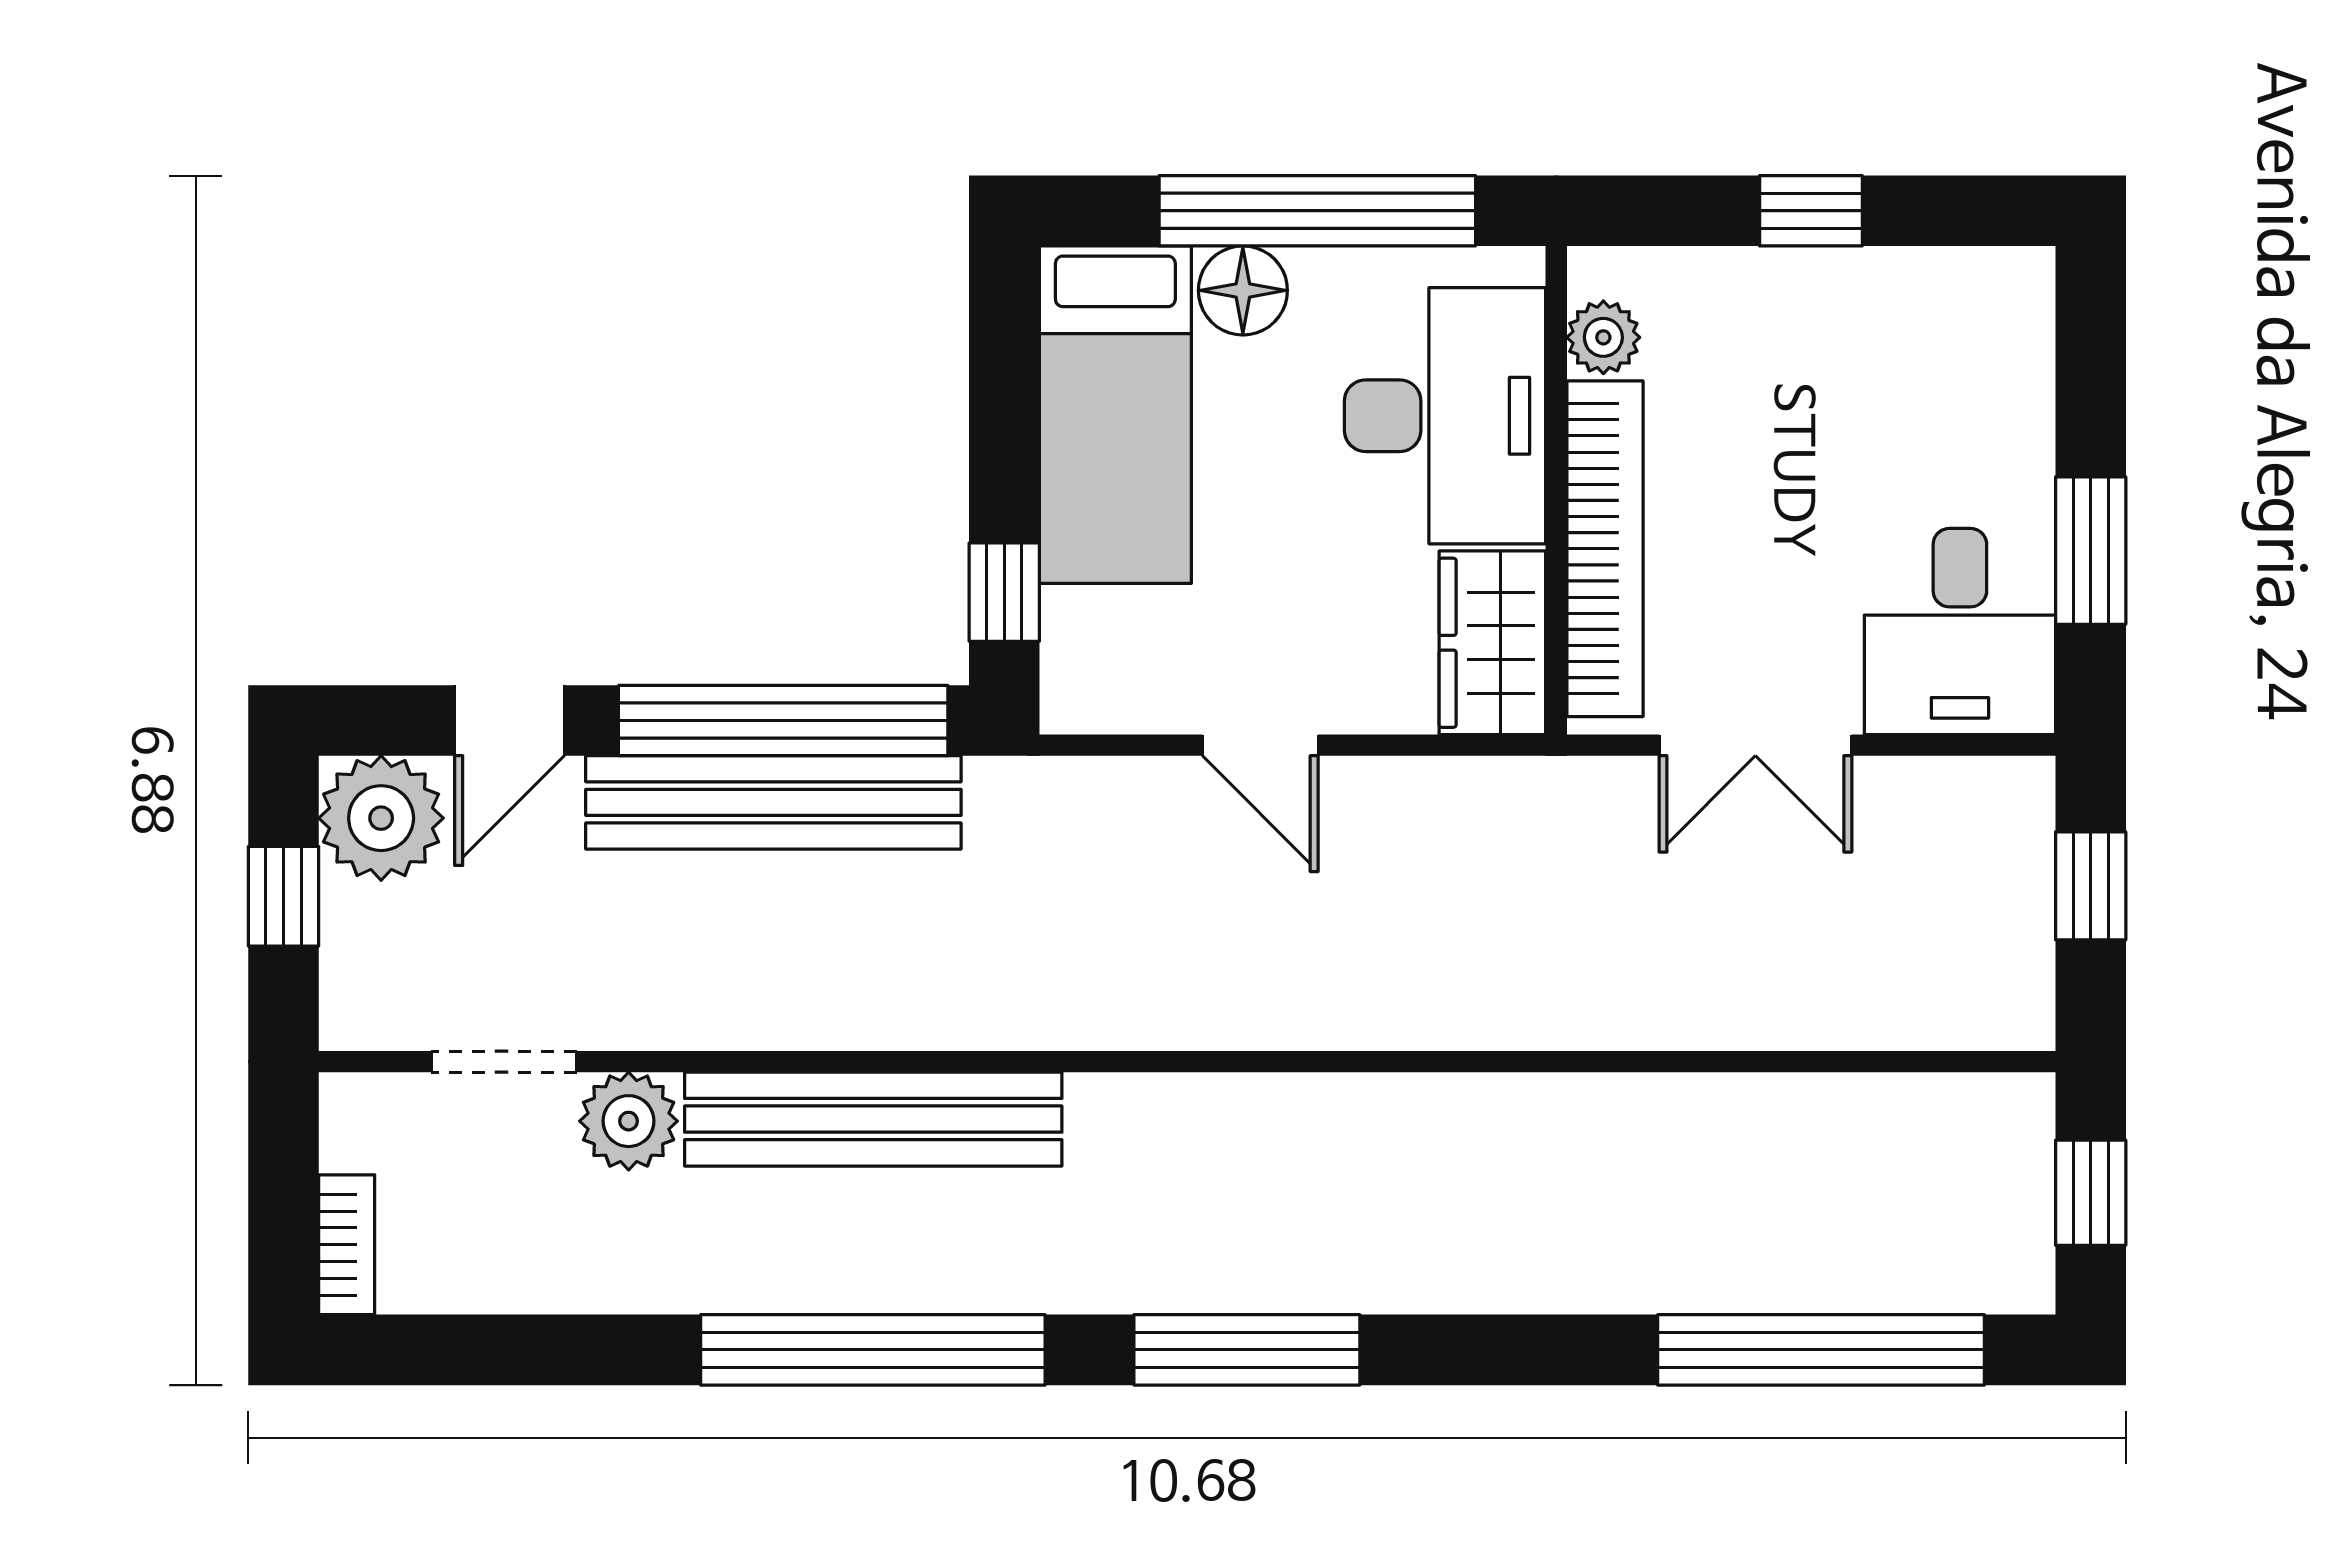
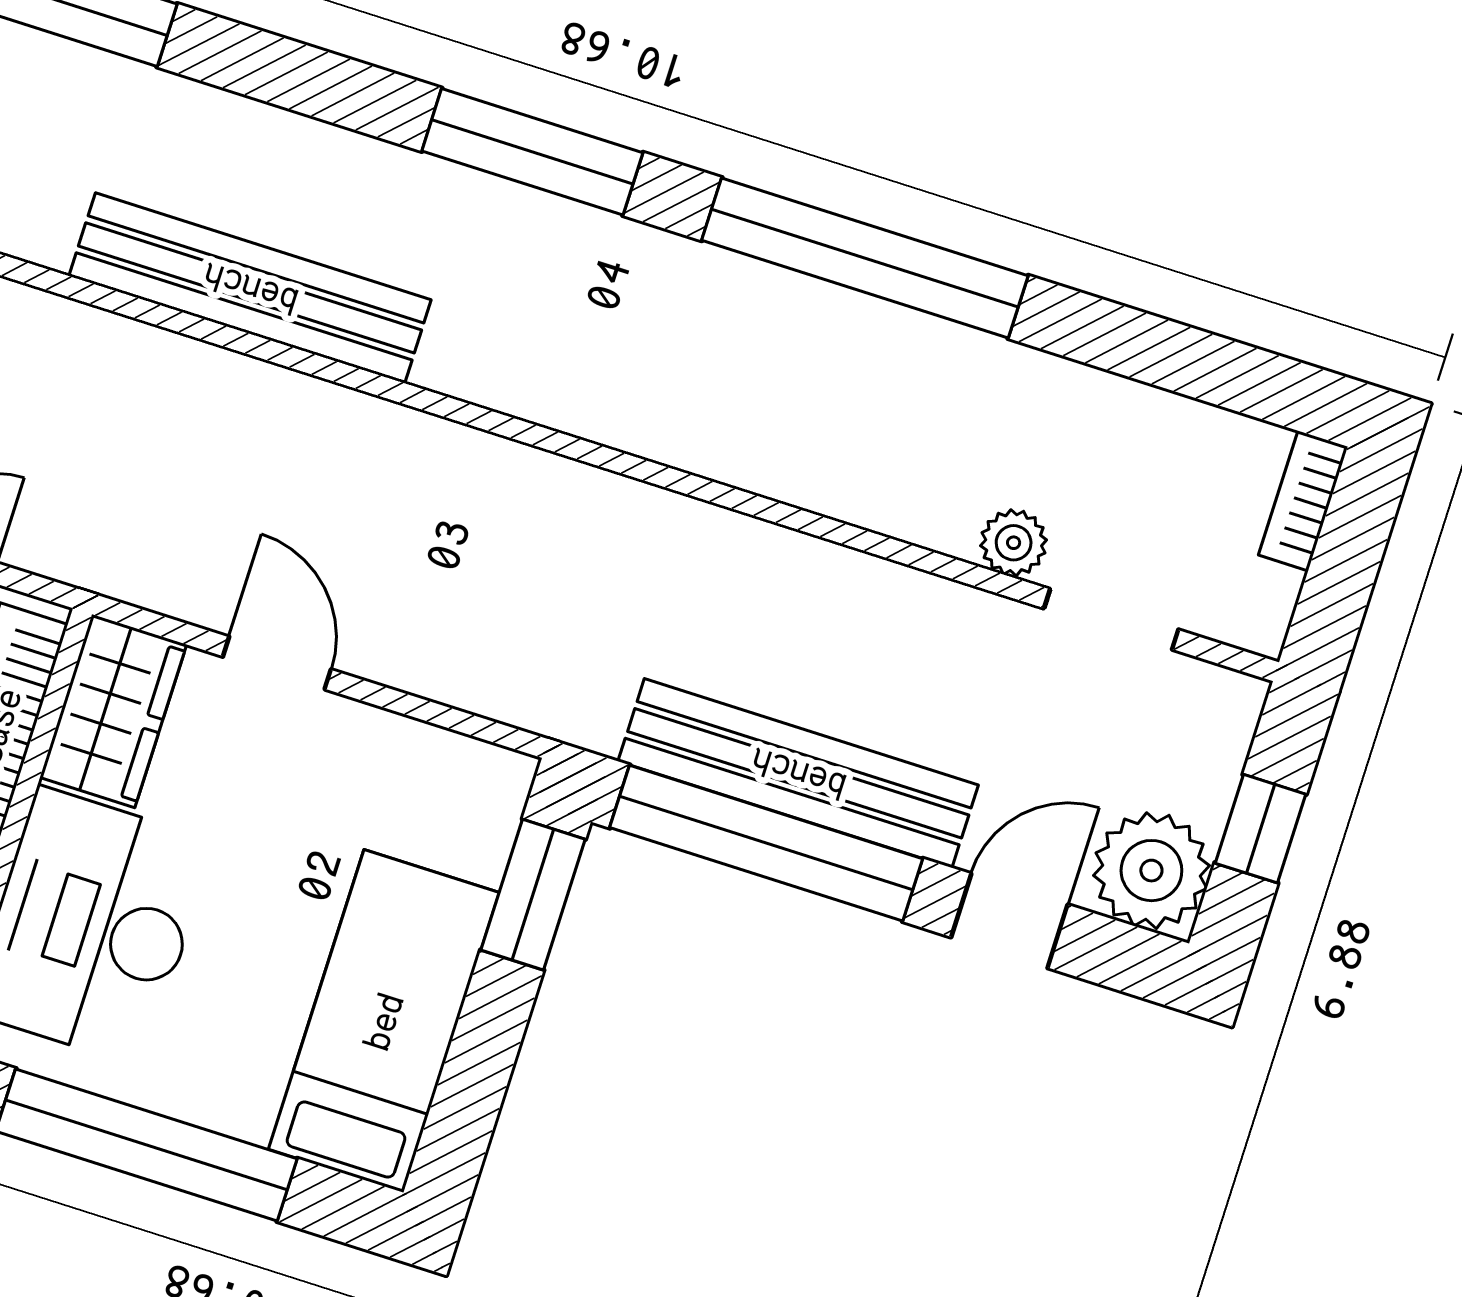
floor lamp: (1243, 290) -> (235, 1095), removed
window: (1004, 592) -> (533, 895), width x1.50
door: (1260, 745) -> (277, 663), moved
bench: (873, 1119) -> (250, 288), moved
plant: (629, 1121) -> (1014, 543), width x0.73, depth x0.73

